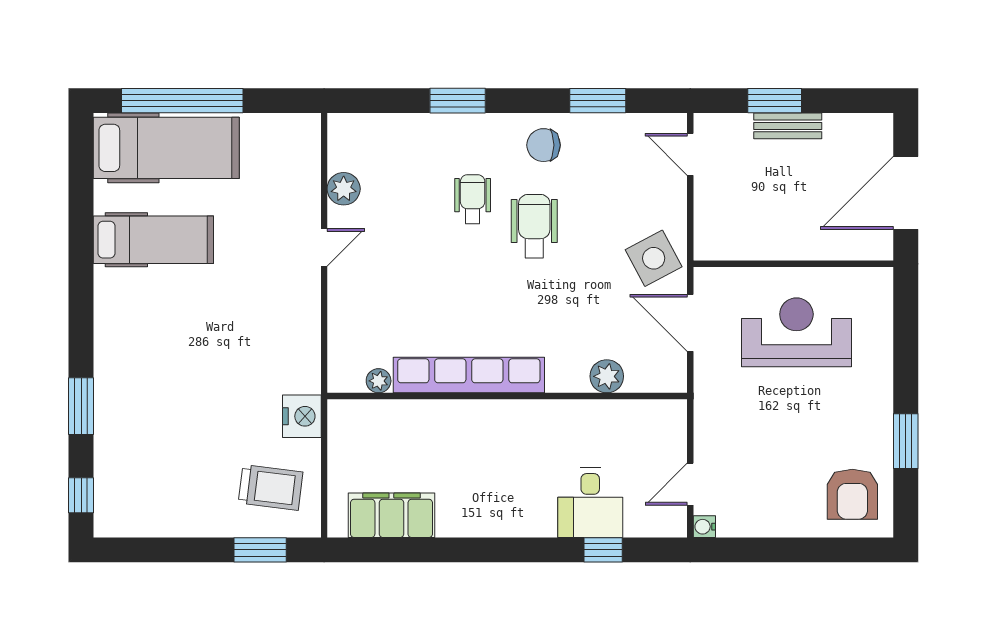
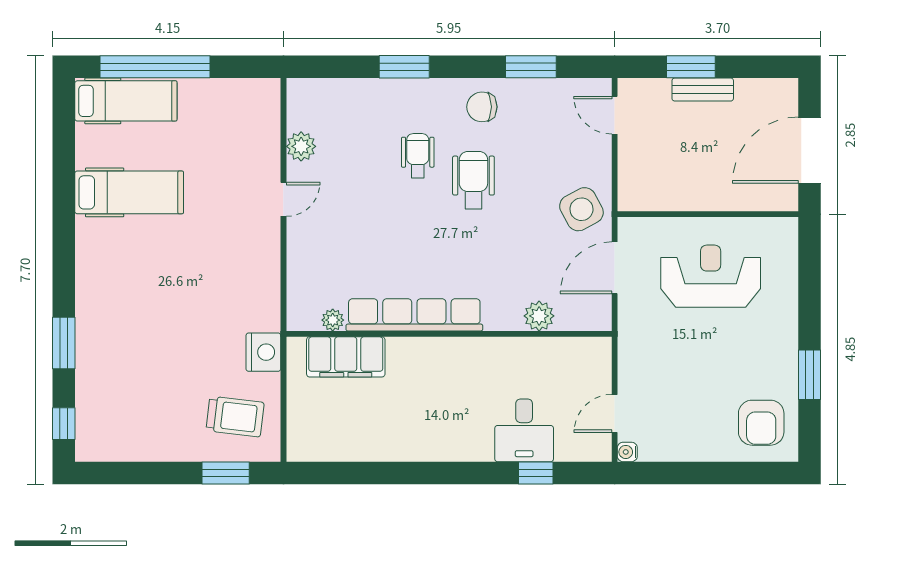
hospital bed: (166, 148) -> (126, 101), width x0.73, depth x0.78
door: (690, 323) -> (615, 268), hinge flipped
filing cabinet: (391, 515) -> (346, 357), moved, turned 180

